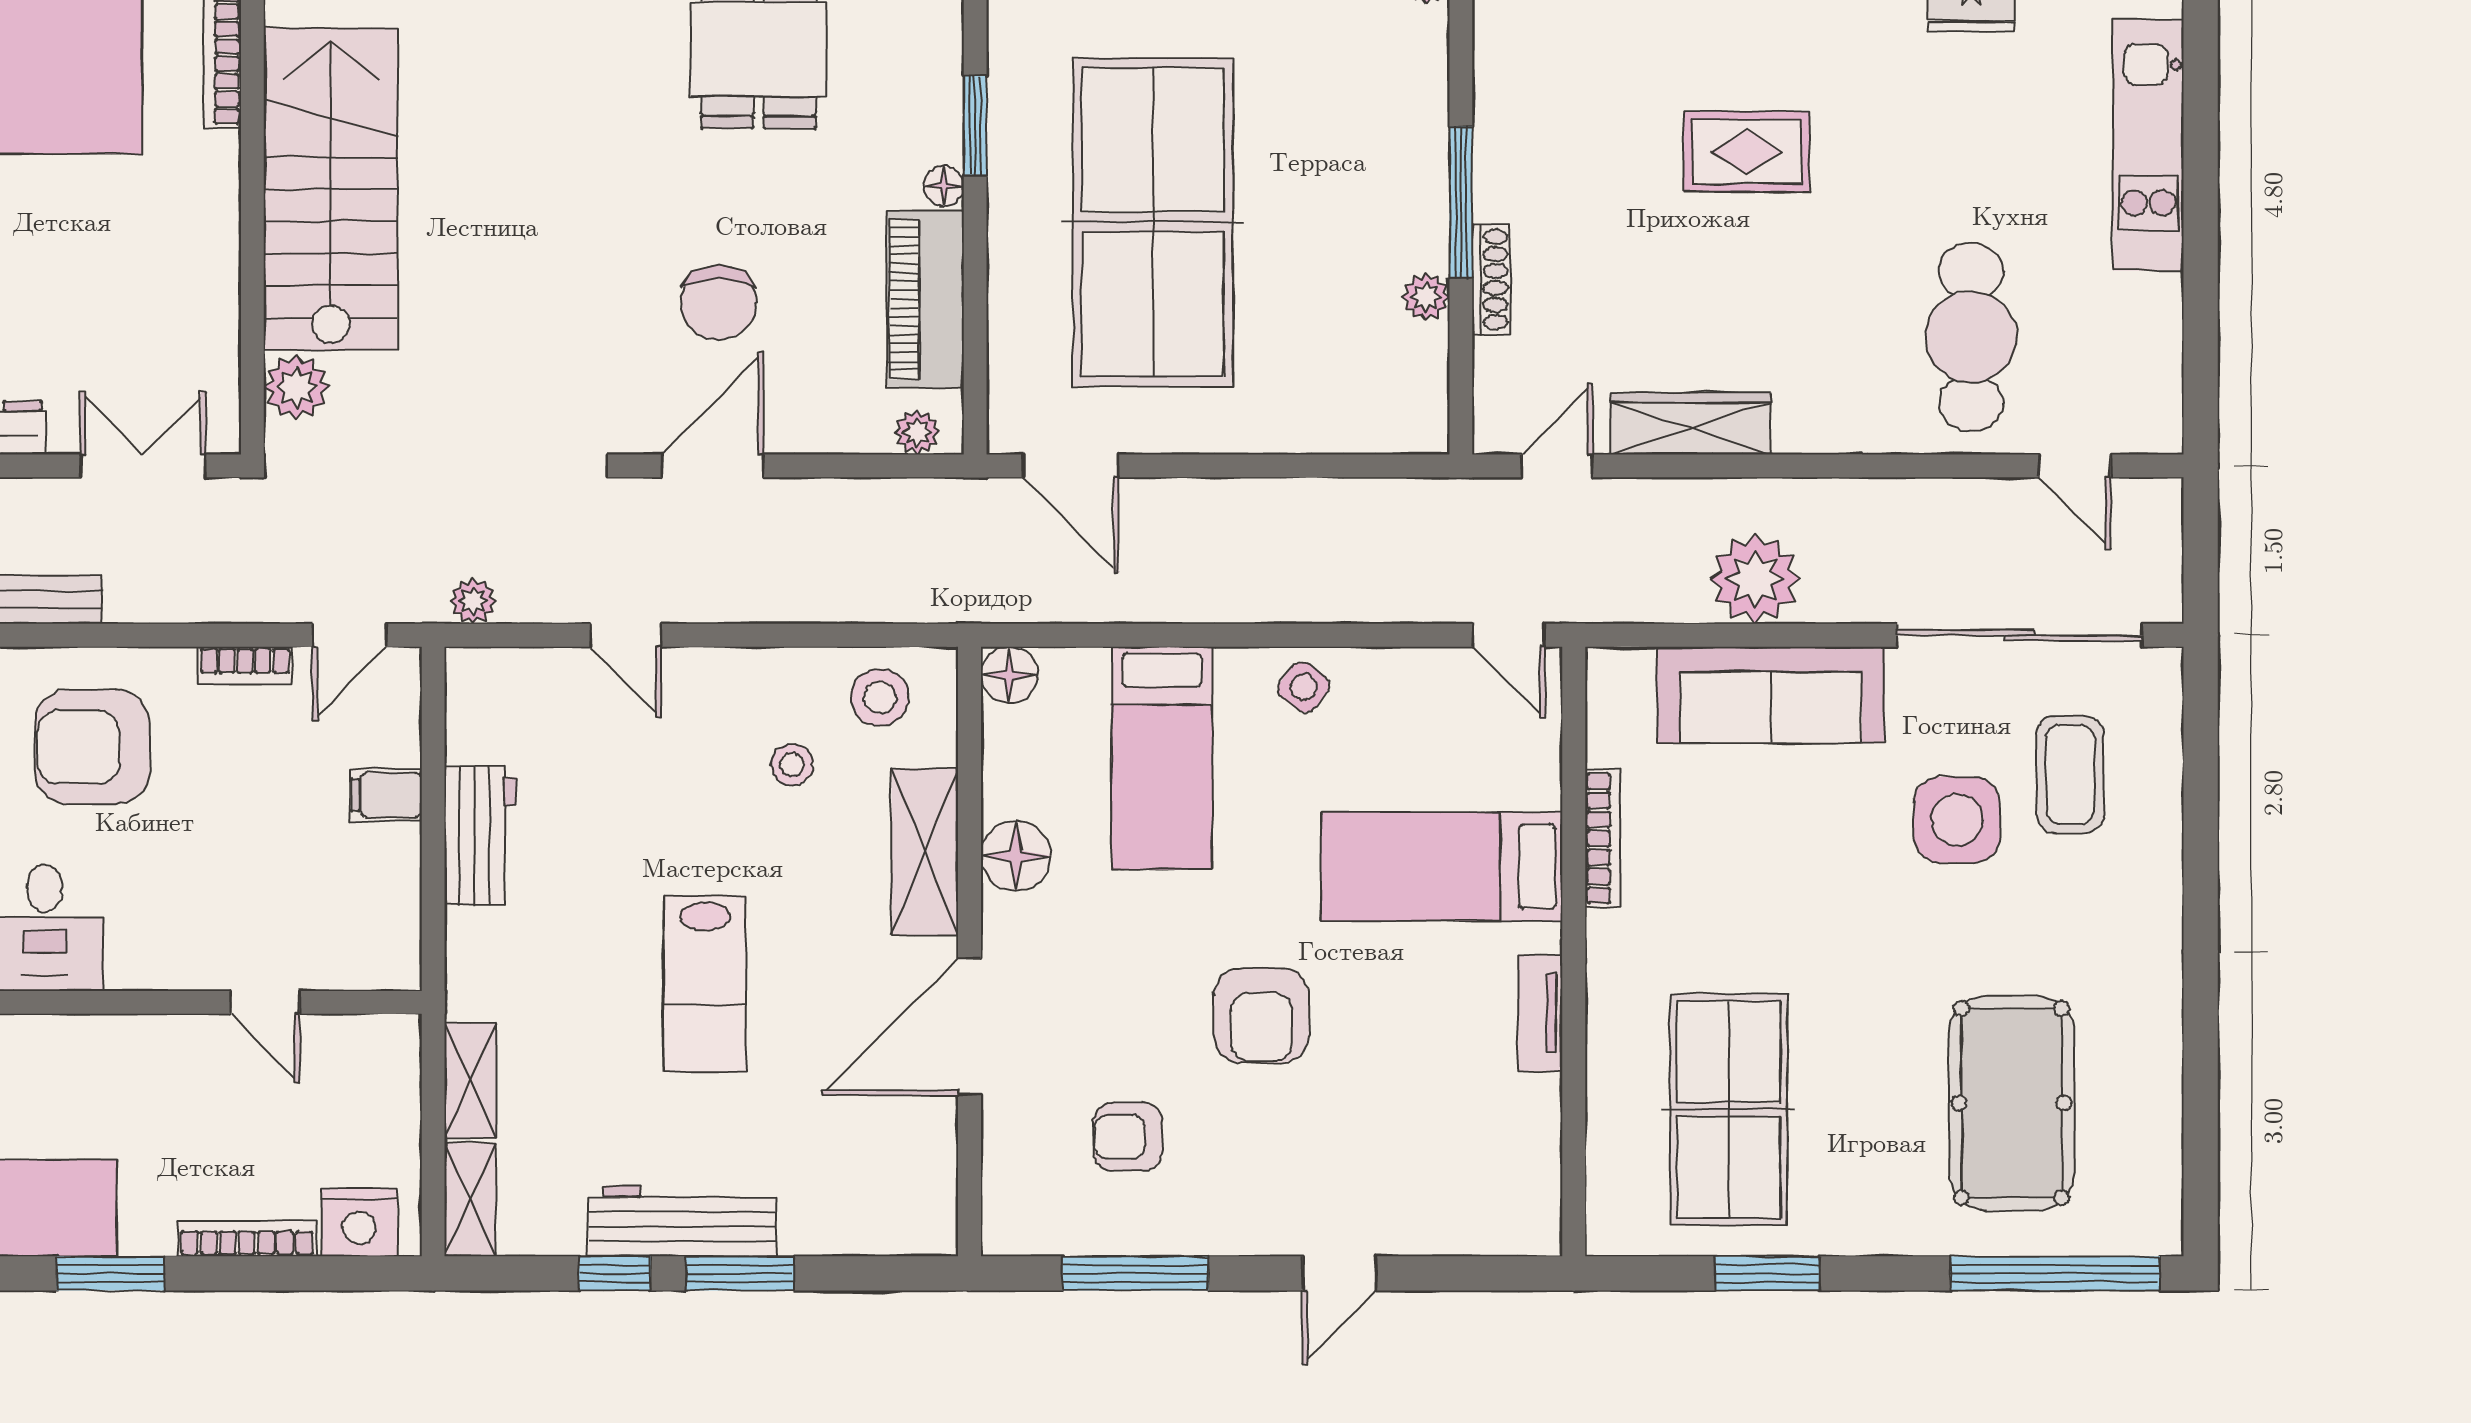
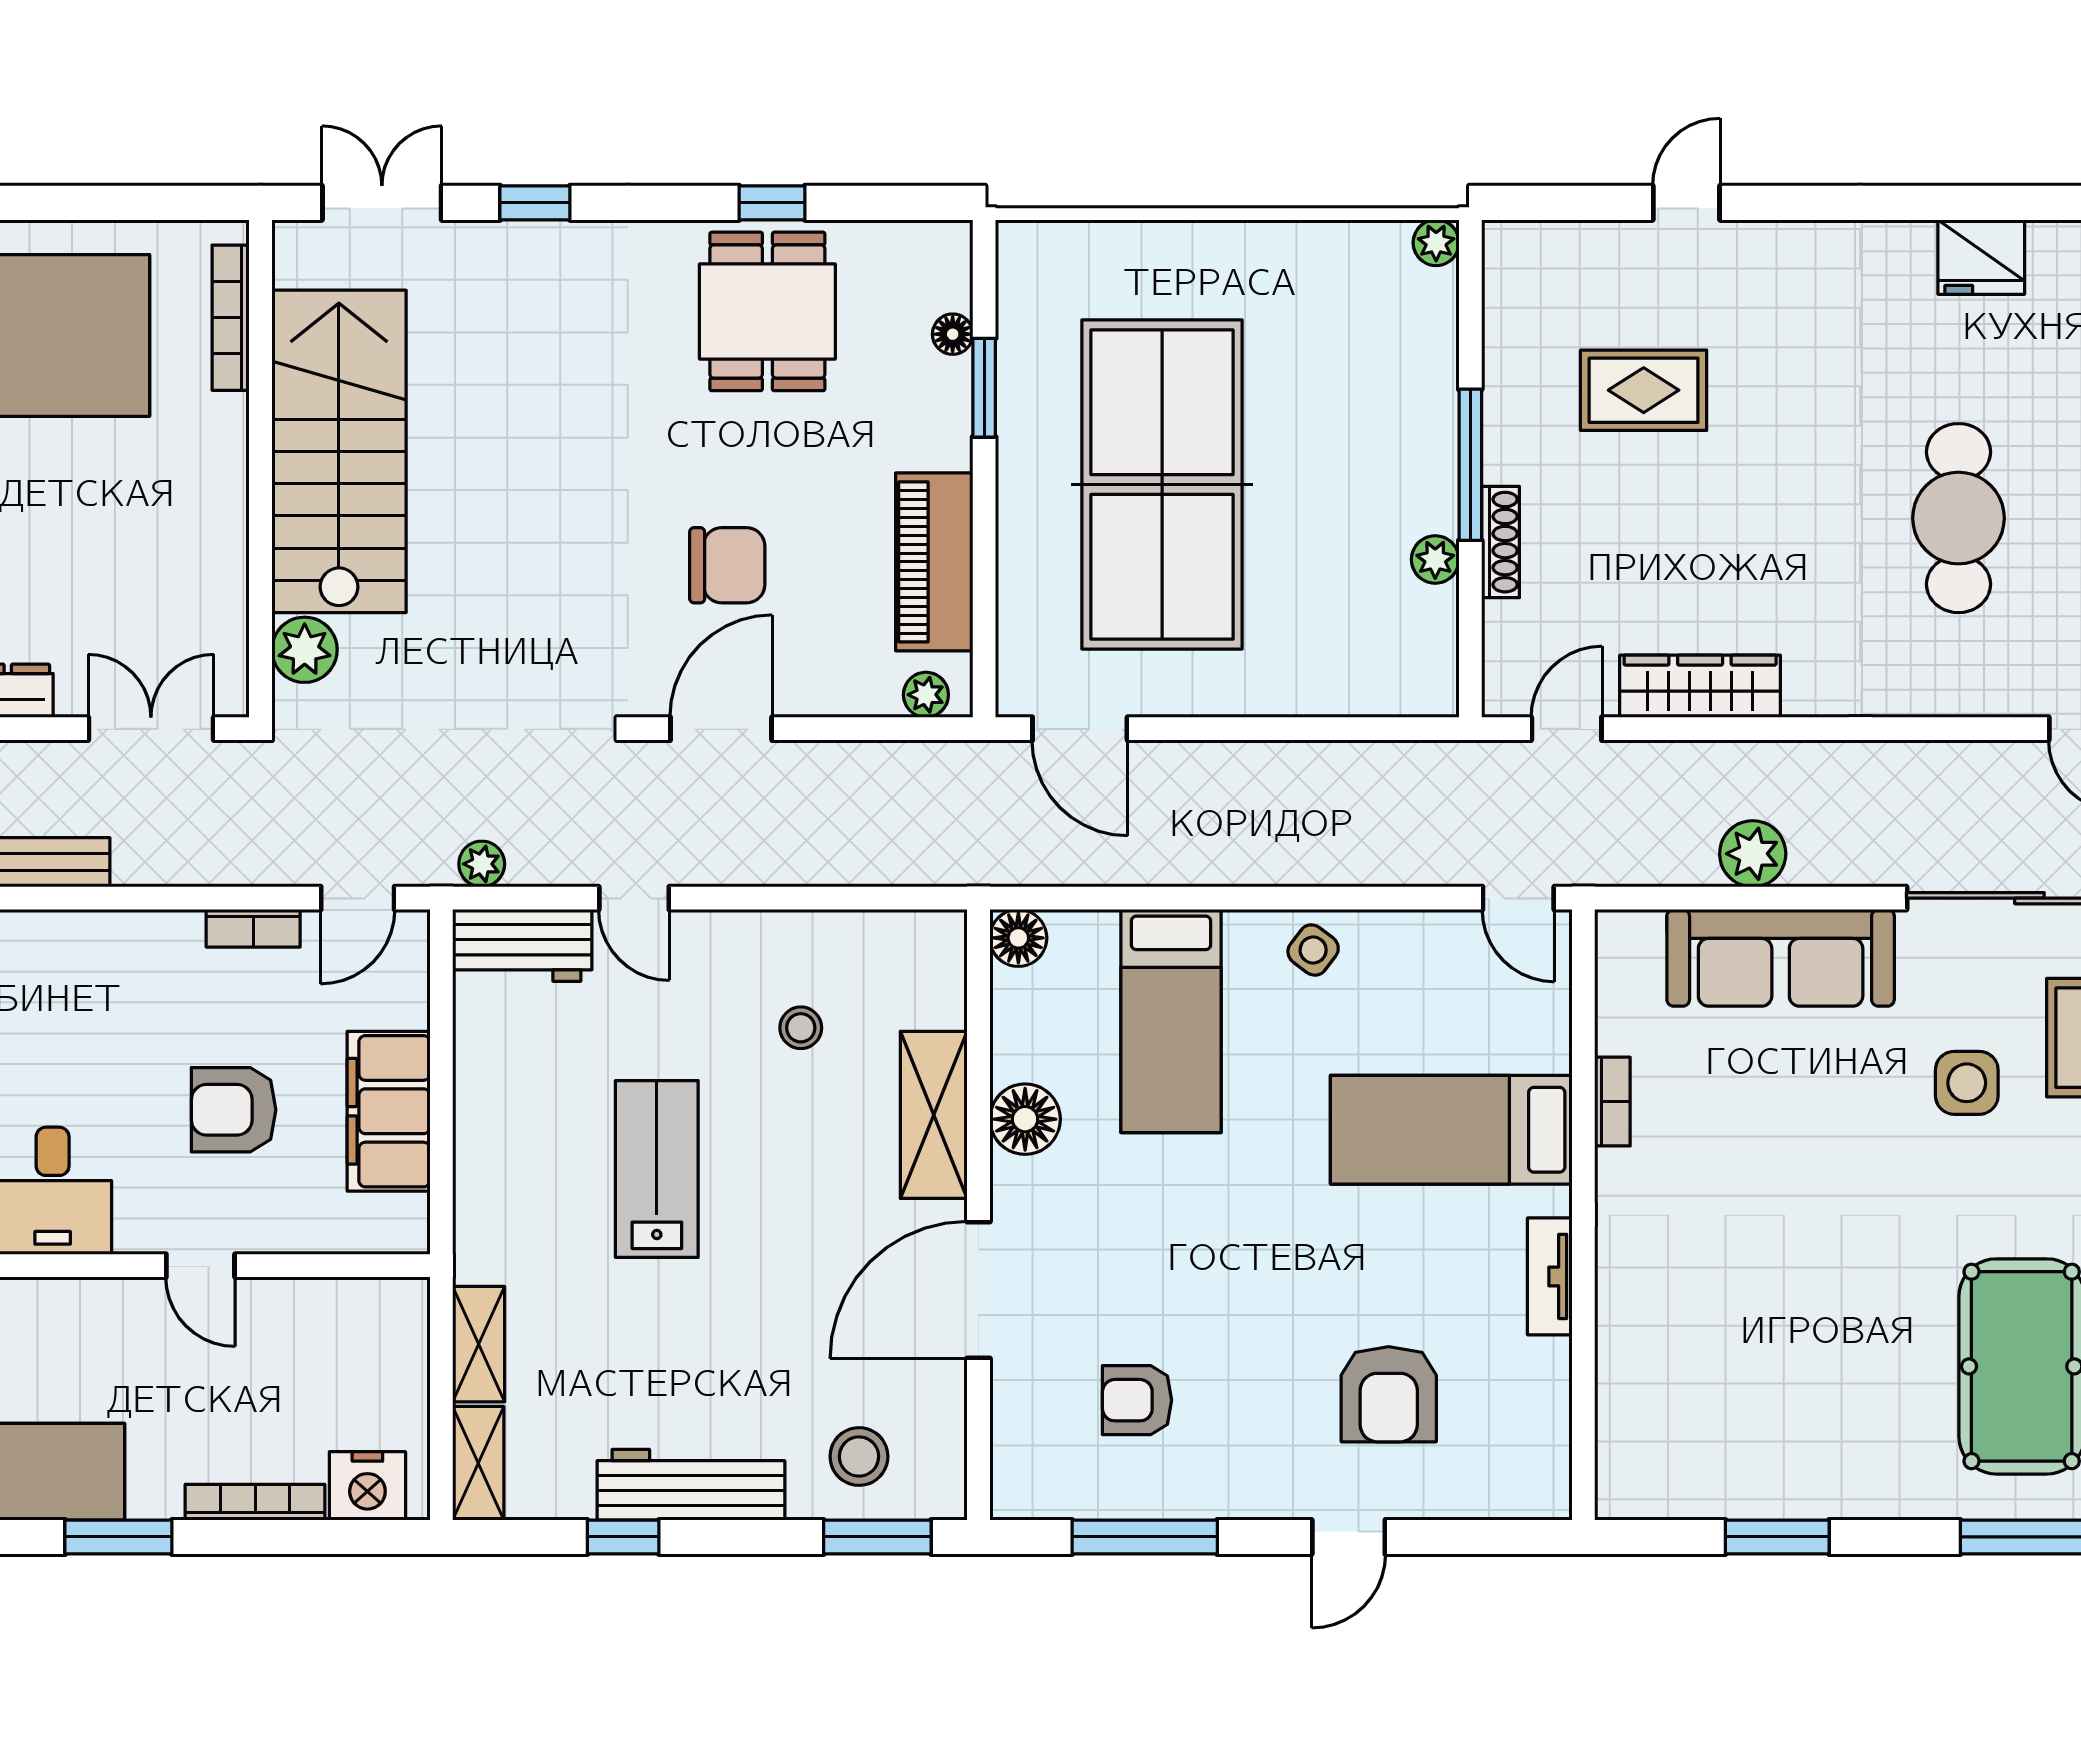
rug: (1747, 152) -> (1644, 390), moved
floor lamp: (944, 186) -> (953, 334), moved
chair: (719, 303) -> (727, 565), turned -90
cafe table: (1971, 337) -> (1958, 518), moved
plant: (1755, 579) -> (1753, 854), width x0.73, depth x0.73
stool: (880, 697) -> (859, 1457), moved
armchair: (92, 747) -> (234, 1110), moved, width x0.73, depth x0.73
filing cabinet: (386, 795) -> (389, 1111), width x3.00, depth x1.17
side table: (1957, 820) -> (1967, 1083), width x0.73, depth x0.73
workbench: (480, 836) -> (522, 945), moved, turned 90
bookcase: (1603, 838) -> (1612, 1102), width x0.64
lab bench: (705, 984) -> (657, 1169), moved, turned 180
door: (265, 1002) -> (200, 1266), moved
armchair: (1261, 1015) -> (1389, 1394), moved
table tennis table: (1729, 1110) -> (1738, 1373), removed
window: (740, 1273) -> (877, 1537), moved

